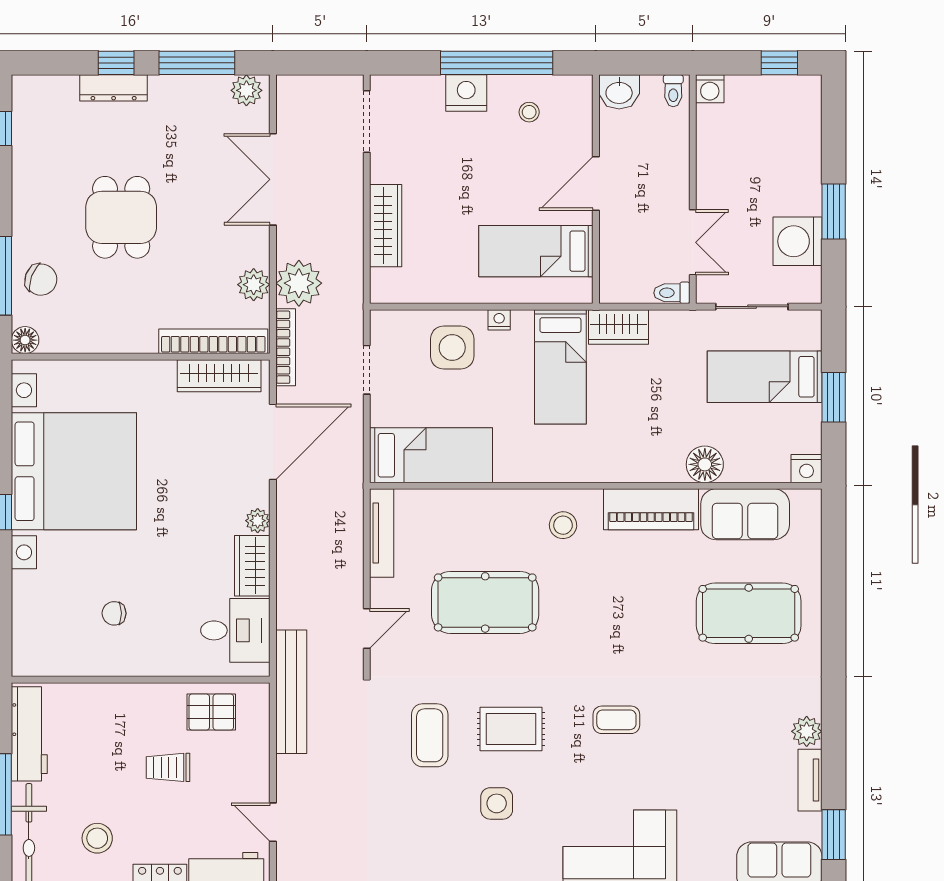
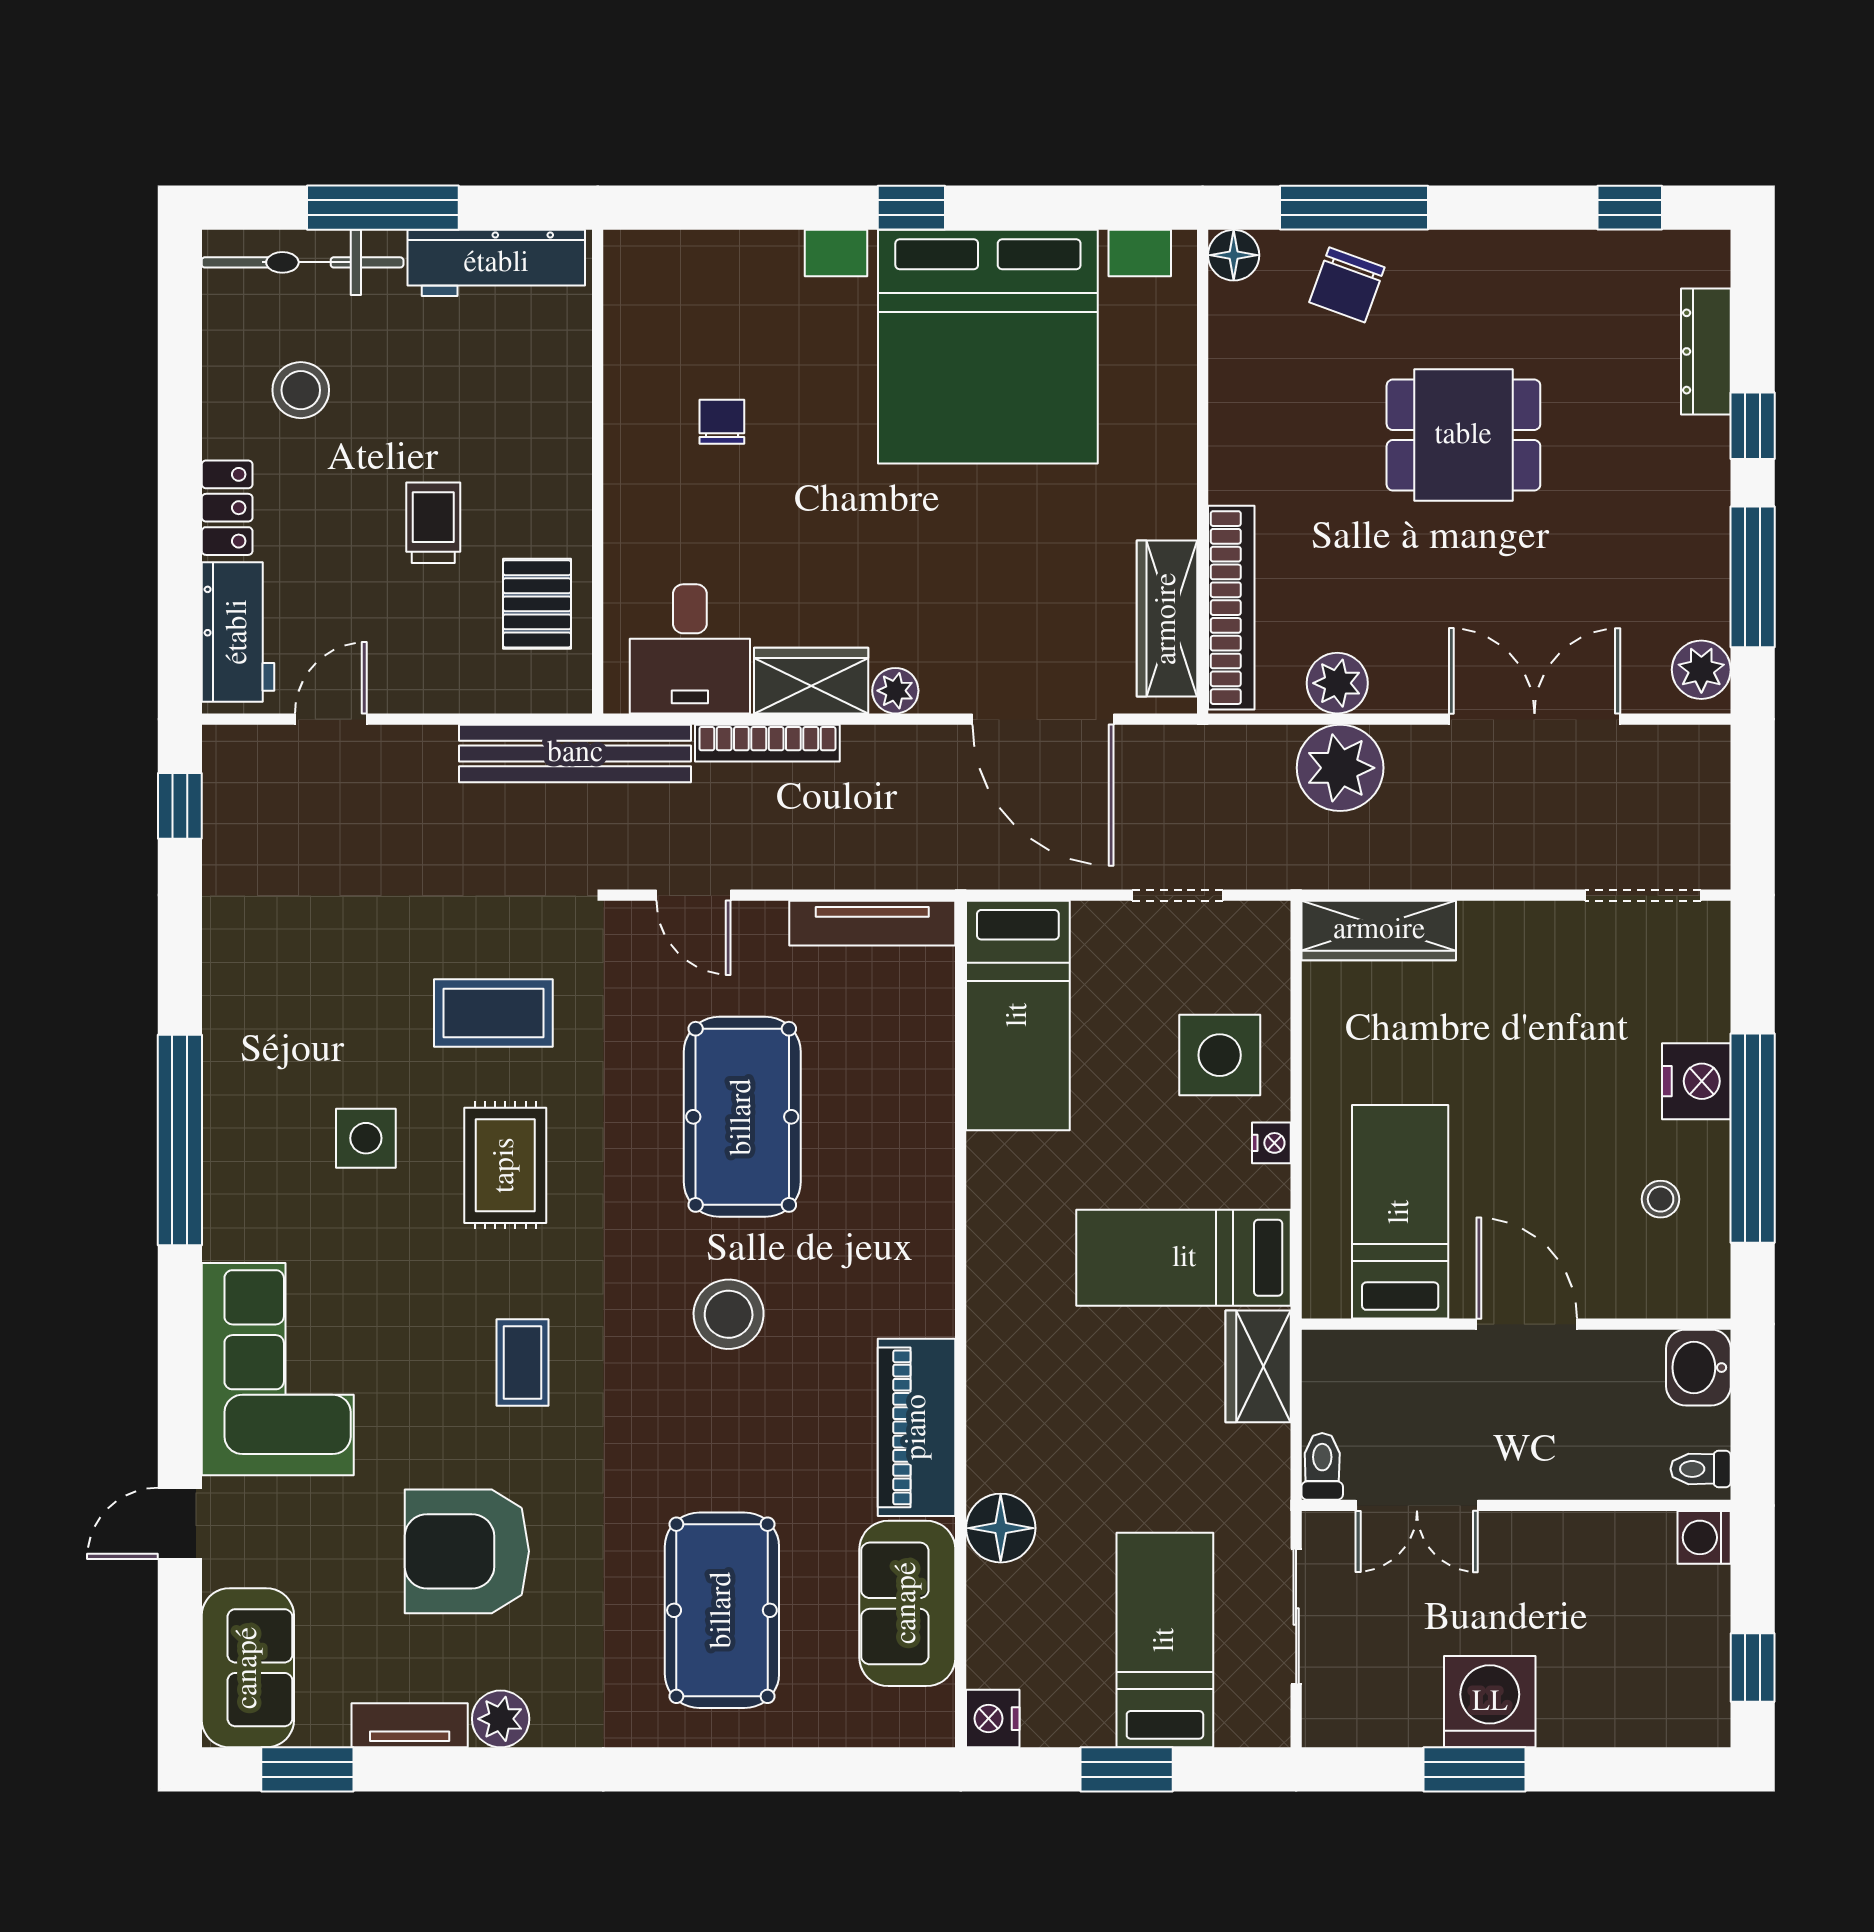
dresser: (114, 88) -> (1706, 351), moved
wardrobe: (386, 226) -> (1379, 930), moved
washing machine: (798, 241) -> (1490, 1702), moved
bookcase: (286, 347) -> (767, 743), moved
stool: (563, 525) -> (729, 1314), moved, width x1.38, depth x1.38
armchair: (717, 749) -> (467, 1551), added

